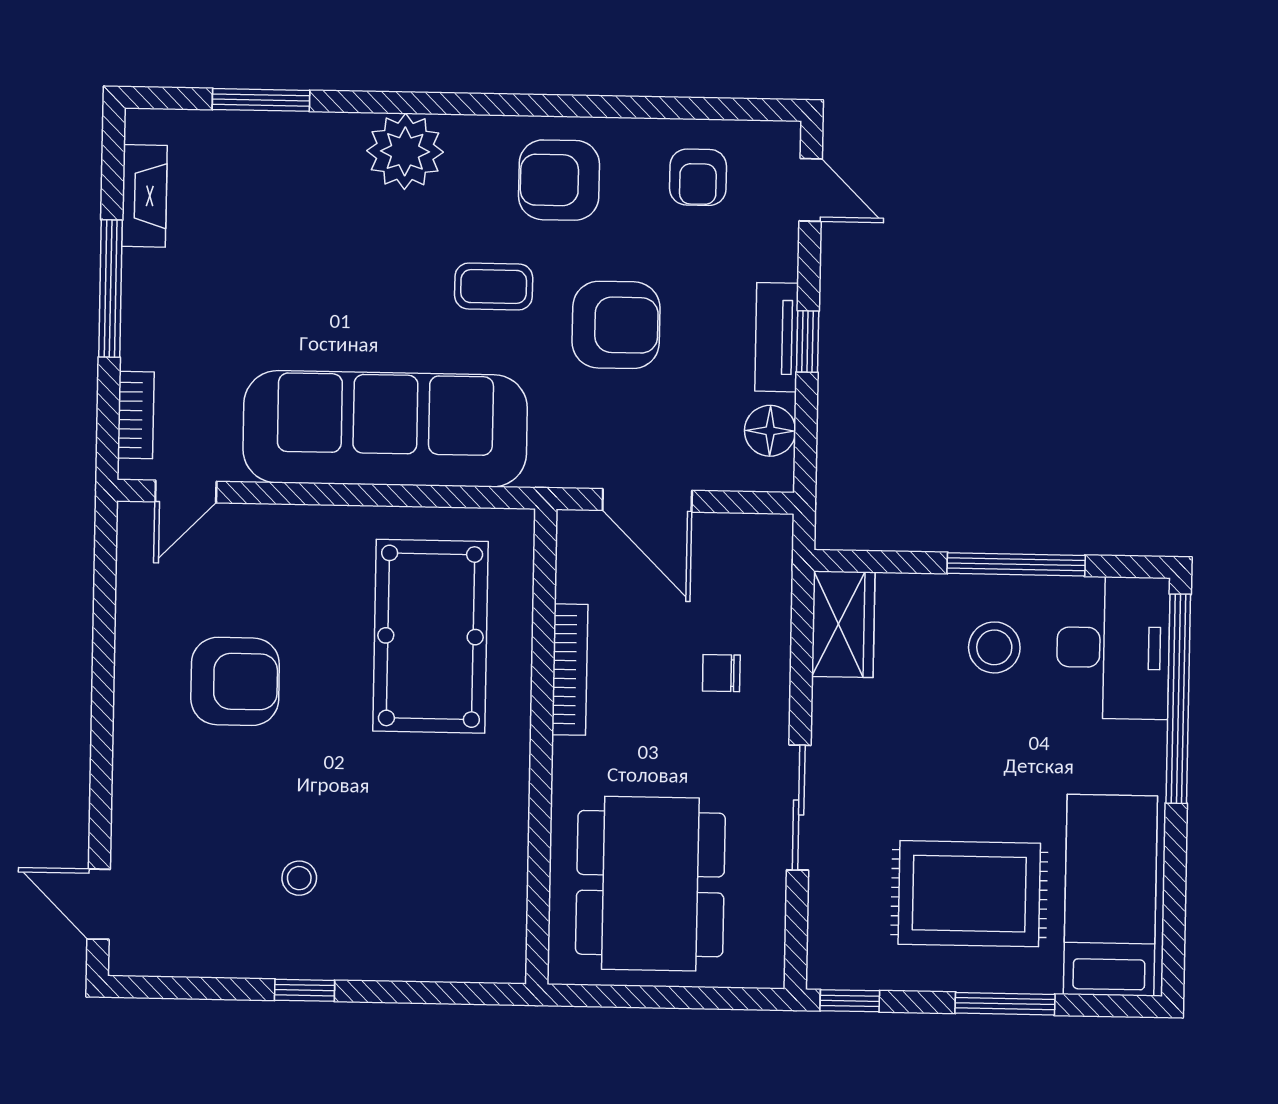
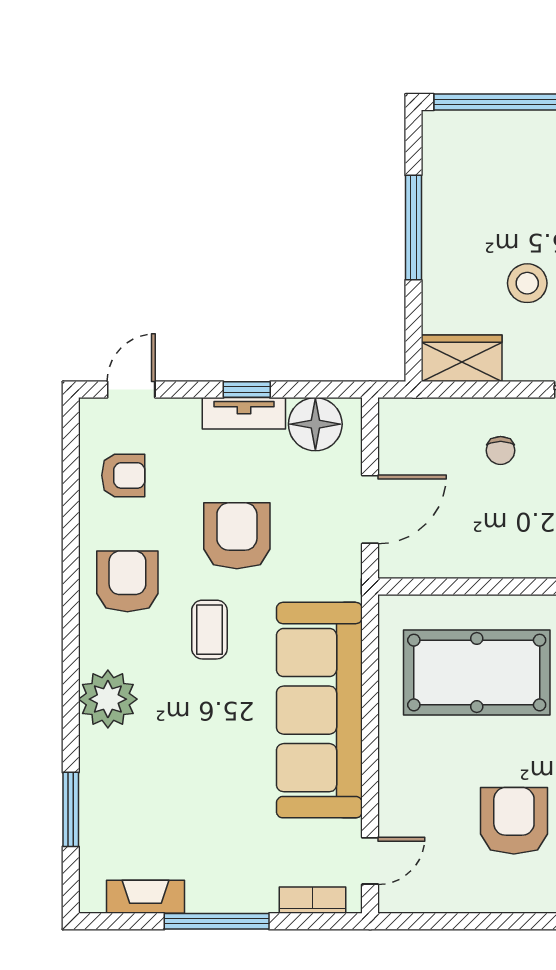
armchair: (559, 180) -> (127, 581), turned 180
floor lamp: (770, 431) -> (315, 424), width x1.38, depth x1.38
door: (186, 492) -> (370, 861), hinge flipped
stool: (994, 647) -> (527, 283), moved
desk: (1113, 648) -> (475, 152), removed
bookcase: (570, 670) -> (500, 566), removed

